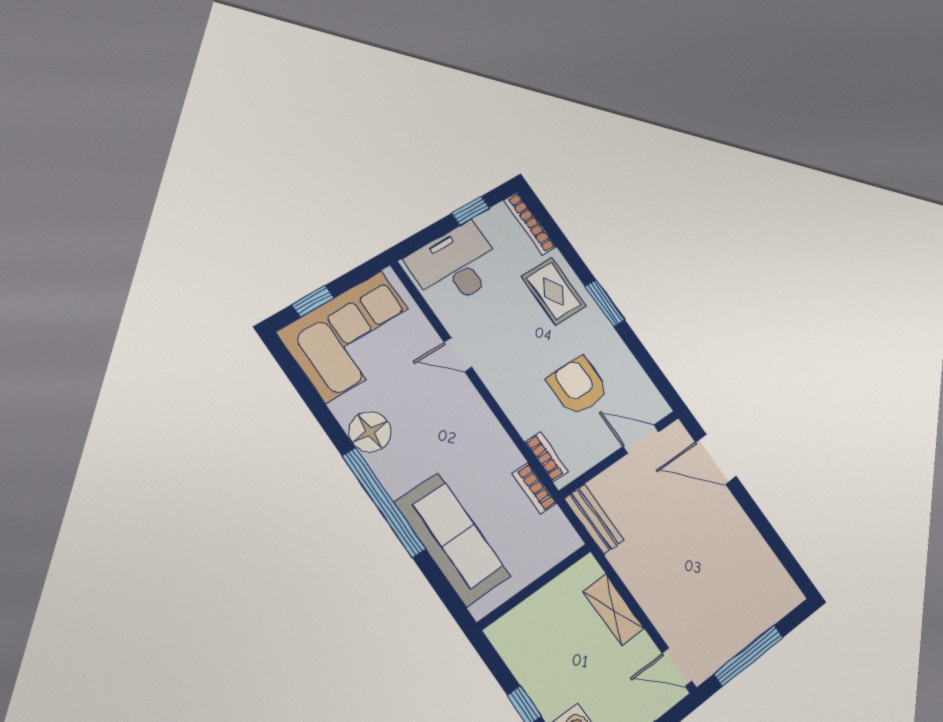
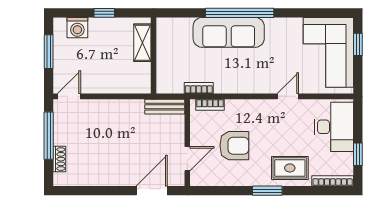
floor lamp: (370, 432) -> (277, 29), removed
sofa: (452, 539) -> (229, 32), moved
shelving: (614, 610) -> (142, 43), moved, turned 90
shoe rack: (767, 617) -> (59, 159), added

